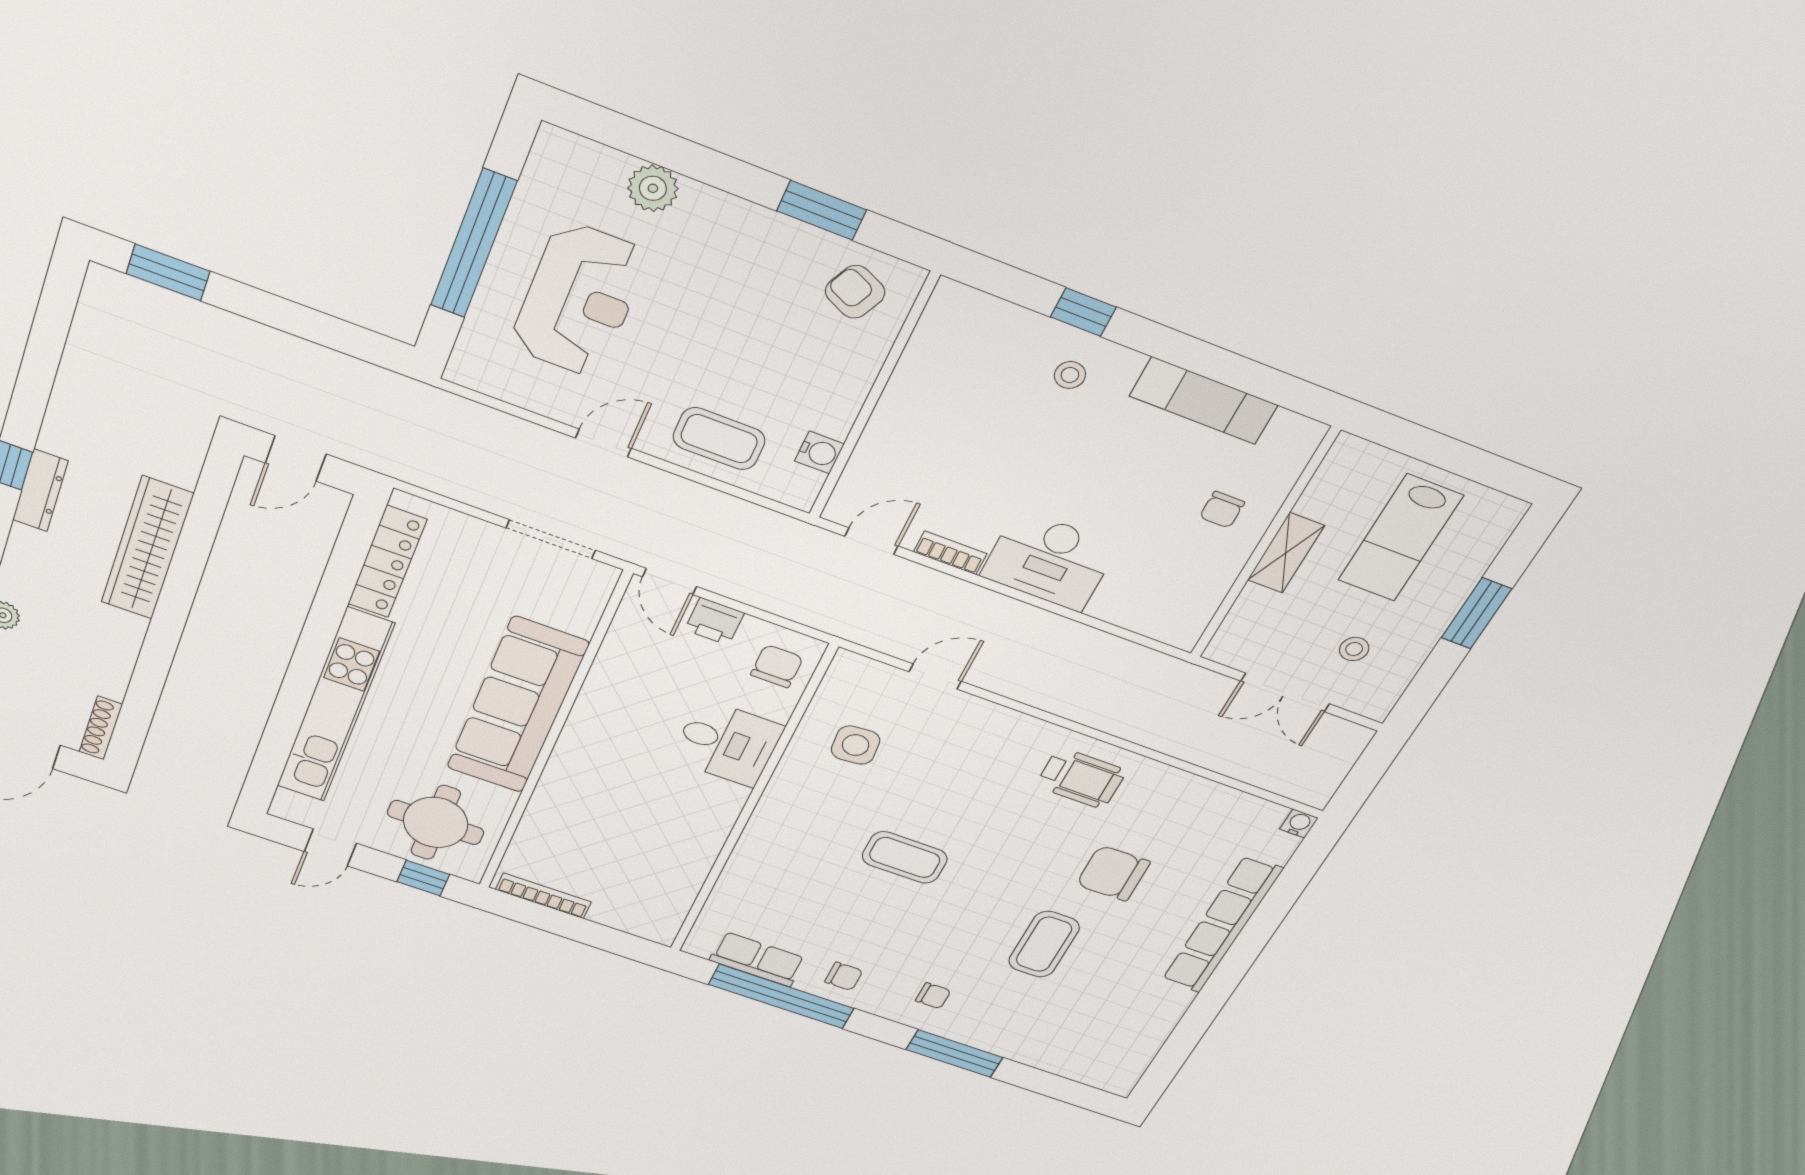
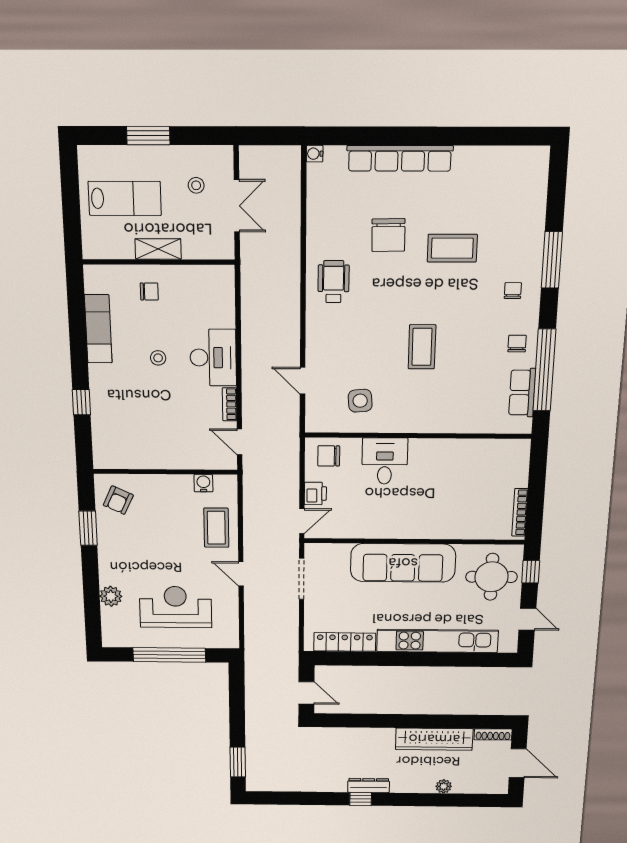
stool: (1070, 375) -> (158, 358), moved
wardrobe: (147, 548) -> (434, 739), moved

